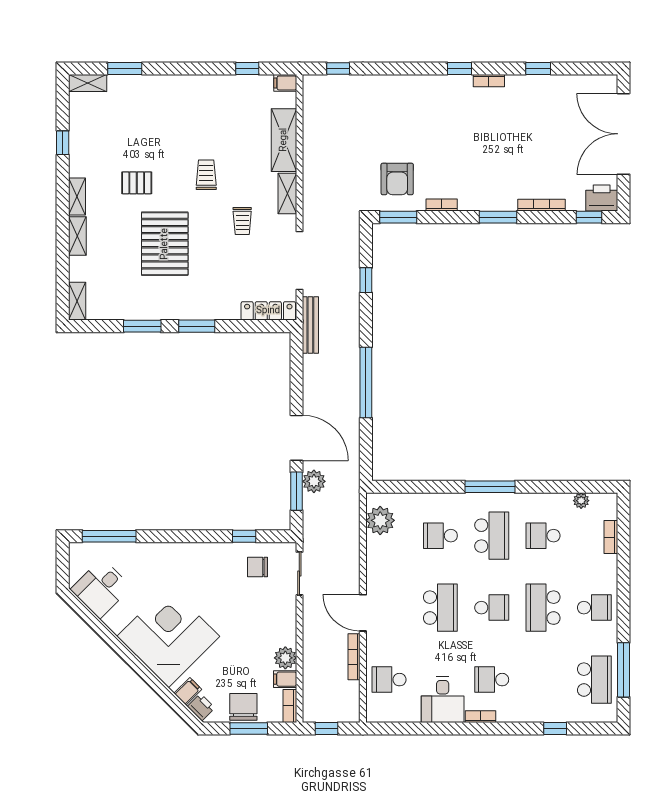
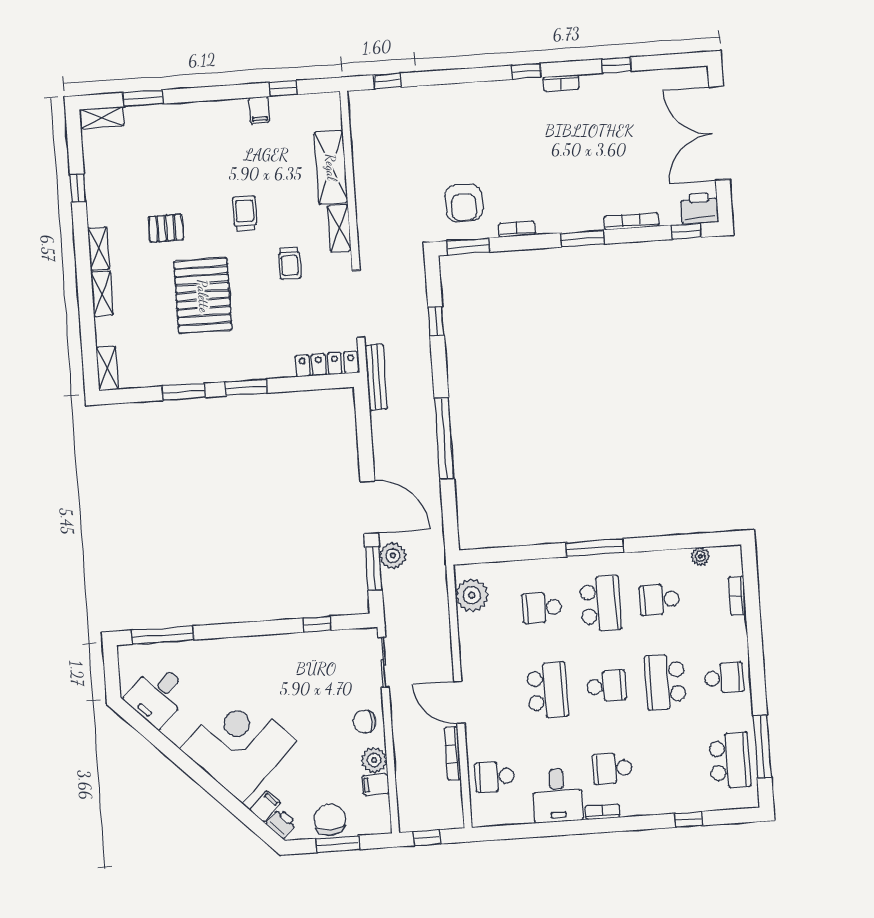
filing cabinet: (285, 83) -> (259, 110), moved, turned -90
chair: (257, 567) -> (365, 722), moved
bookcase: (290, 706) -> (383, 815), removed

